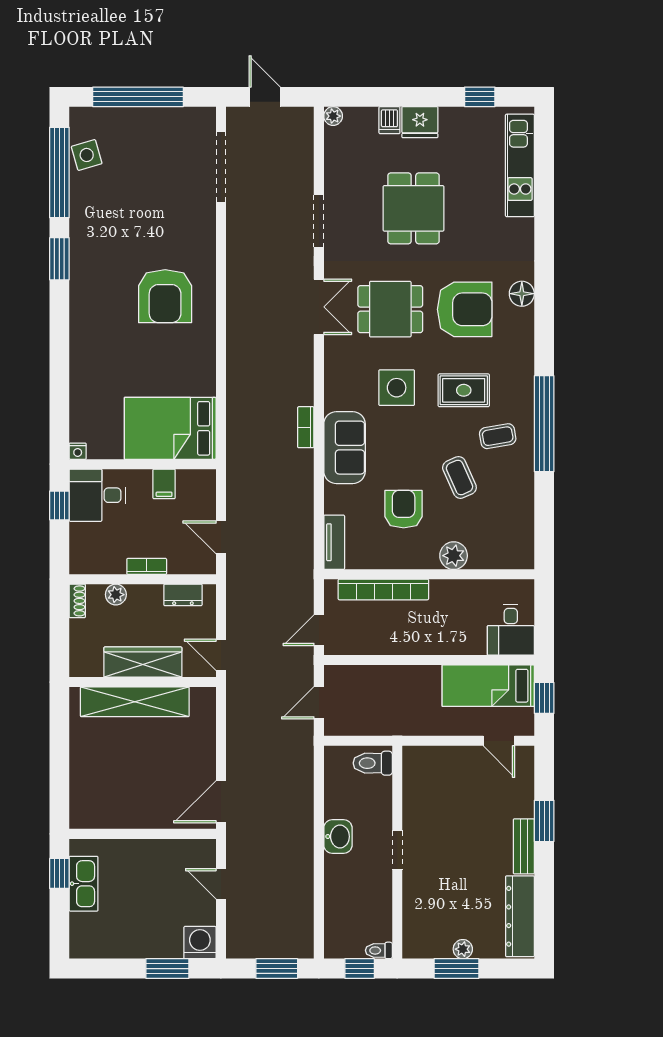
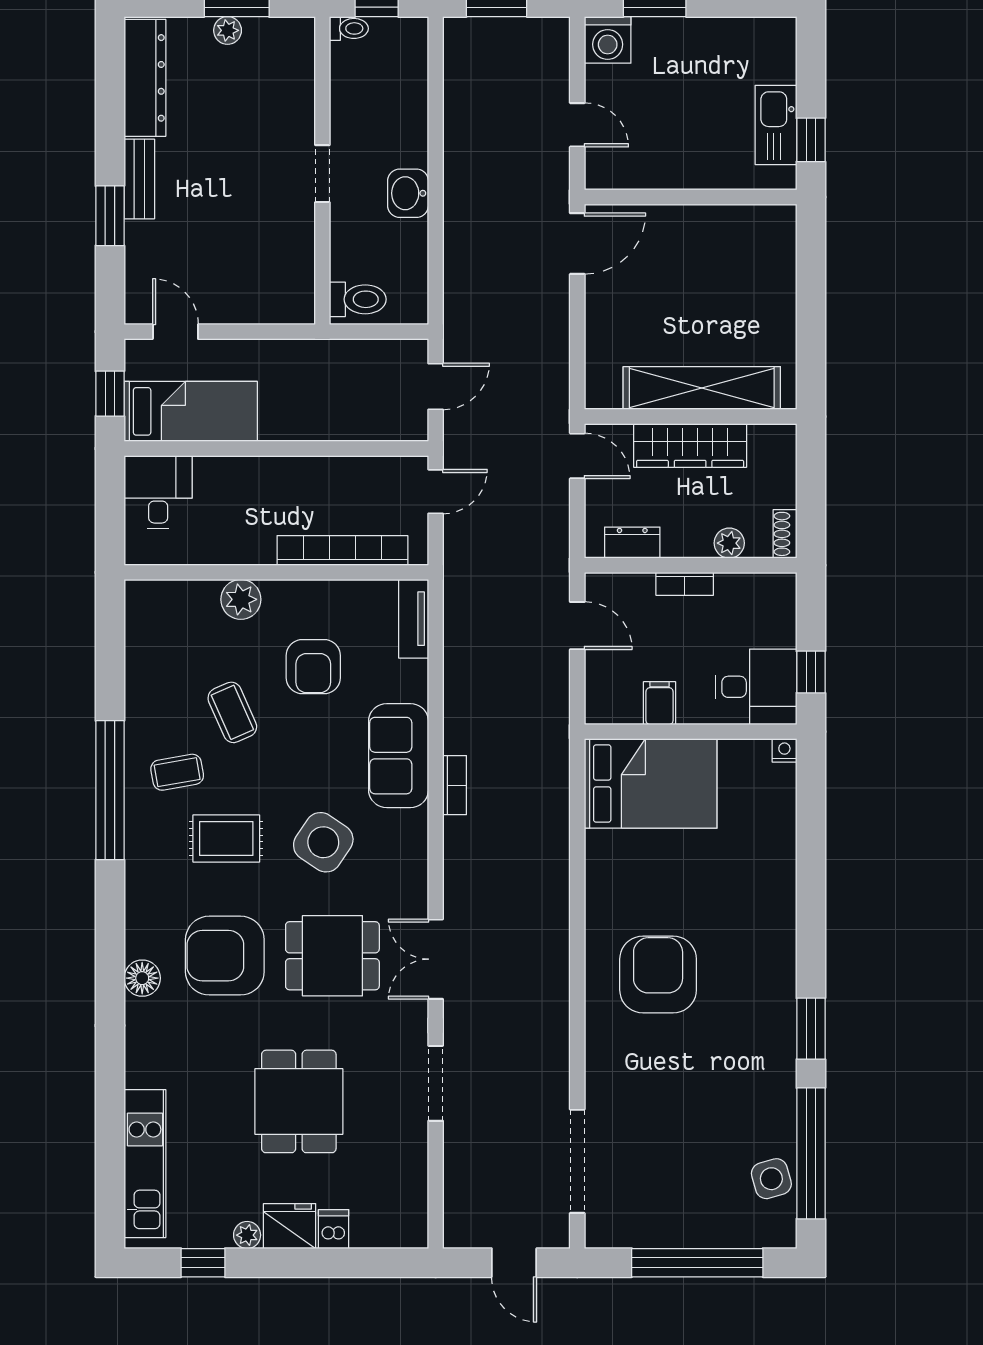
plant: (333, 116) -> (247, 1235), moved
side table: (397, 388) -> (323, 842), turned 34

